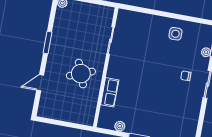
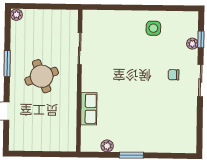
round table: (81, 74) -> (42, 76), moved

